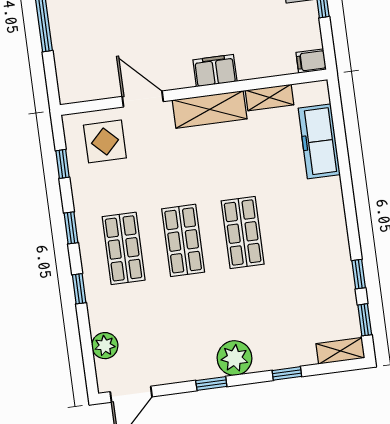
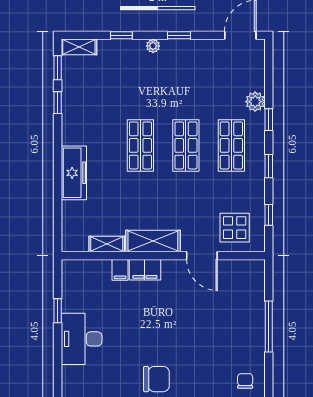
filing cabinet: (311, 61) -> (120, 270), moved, turned 90
freezer: (319, 141) -> (74, 173), moved
plant: (105, 346) -> (255, 102), moved
plant: (234, 358) -> (153, 46), width x0.53, depth x0.53

